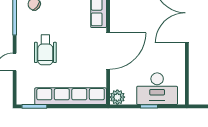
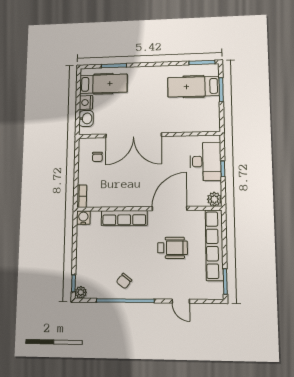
wheelchair: (45, 50) -> (172, 248), moved
door: (108, 51) -> (169, 209), hinge flipped

